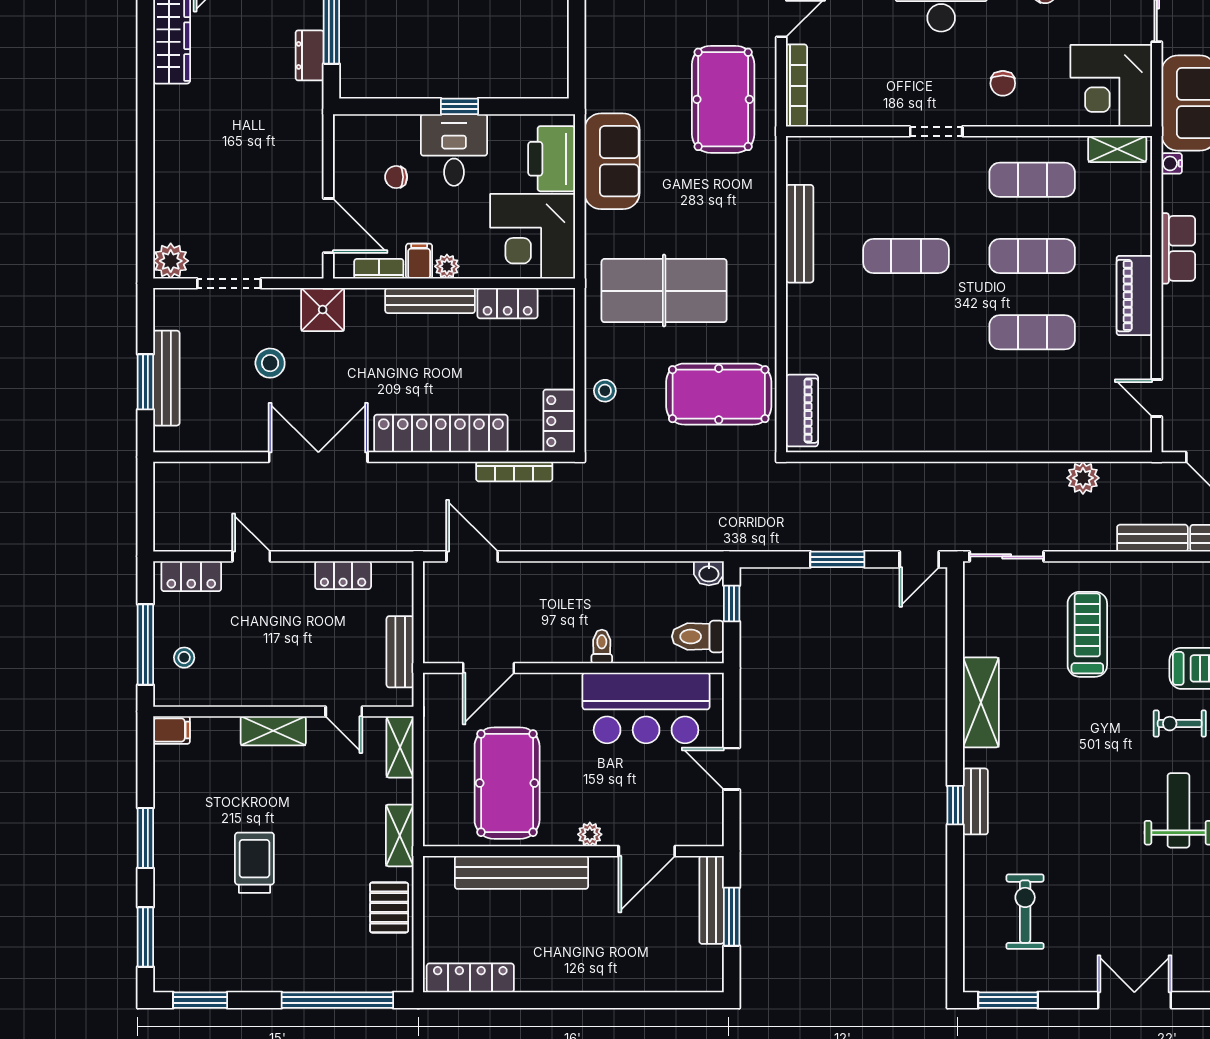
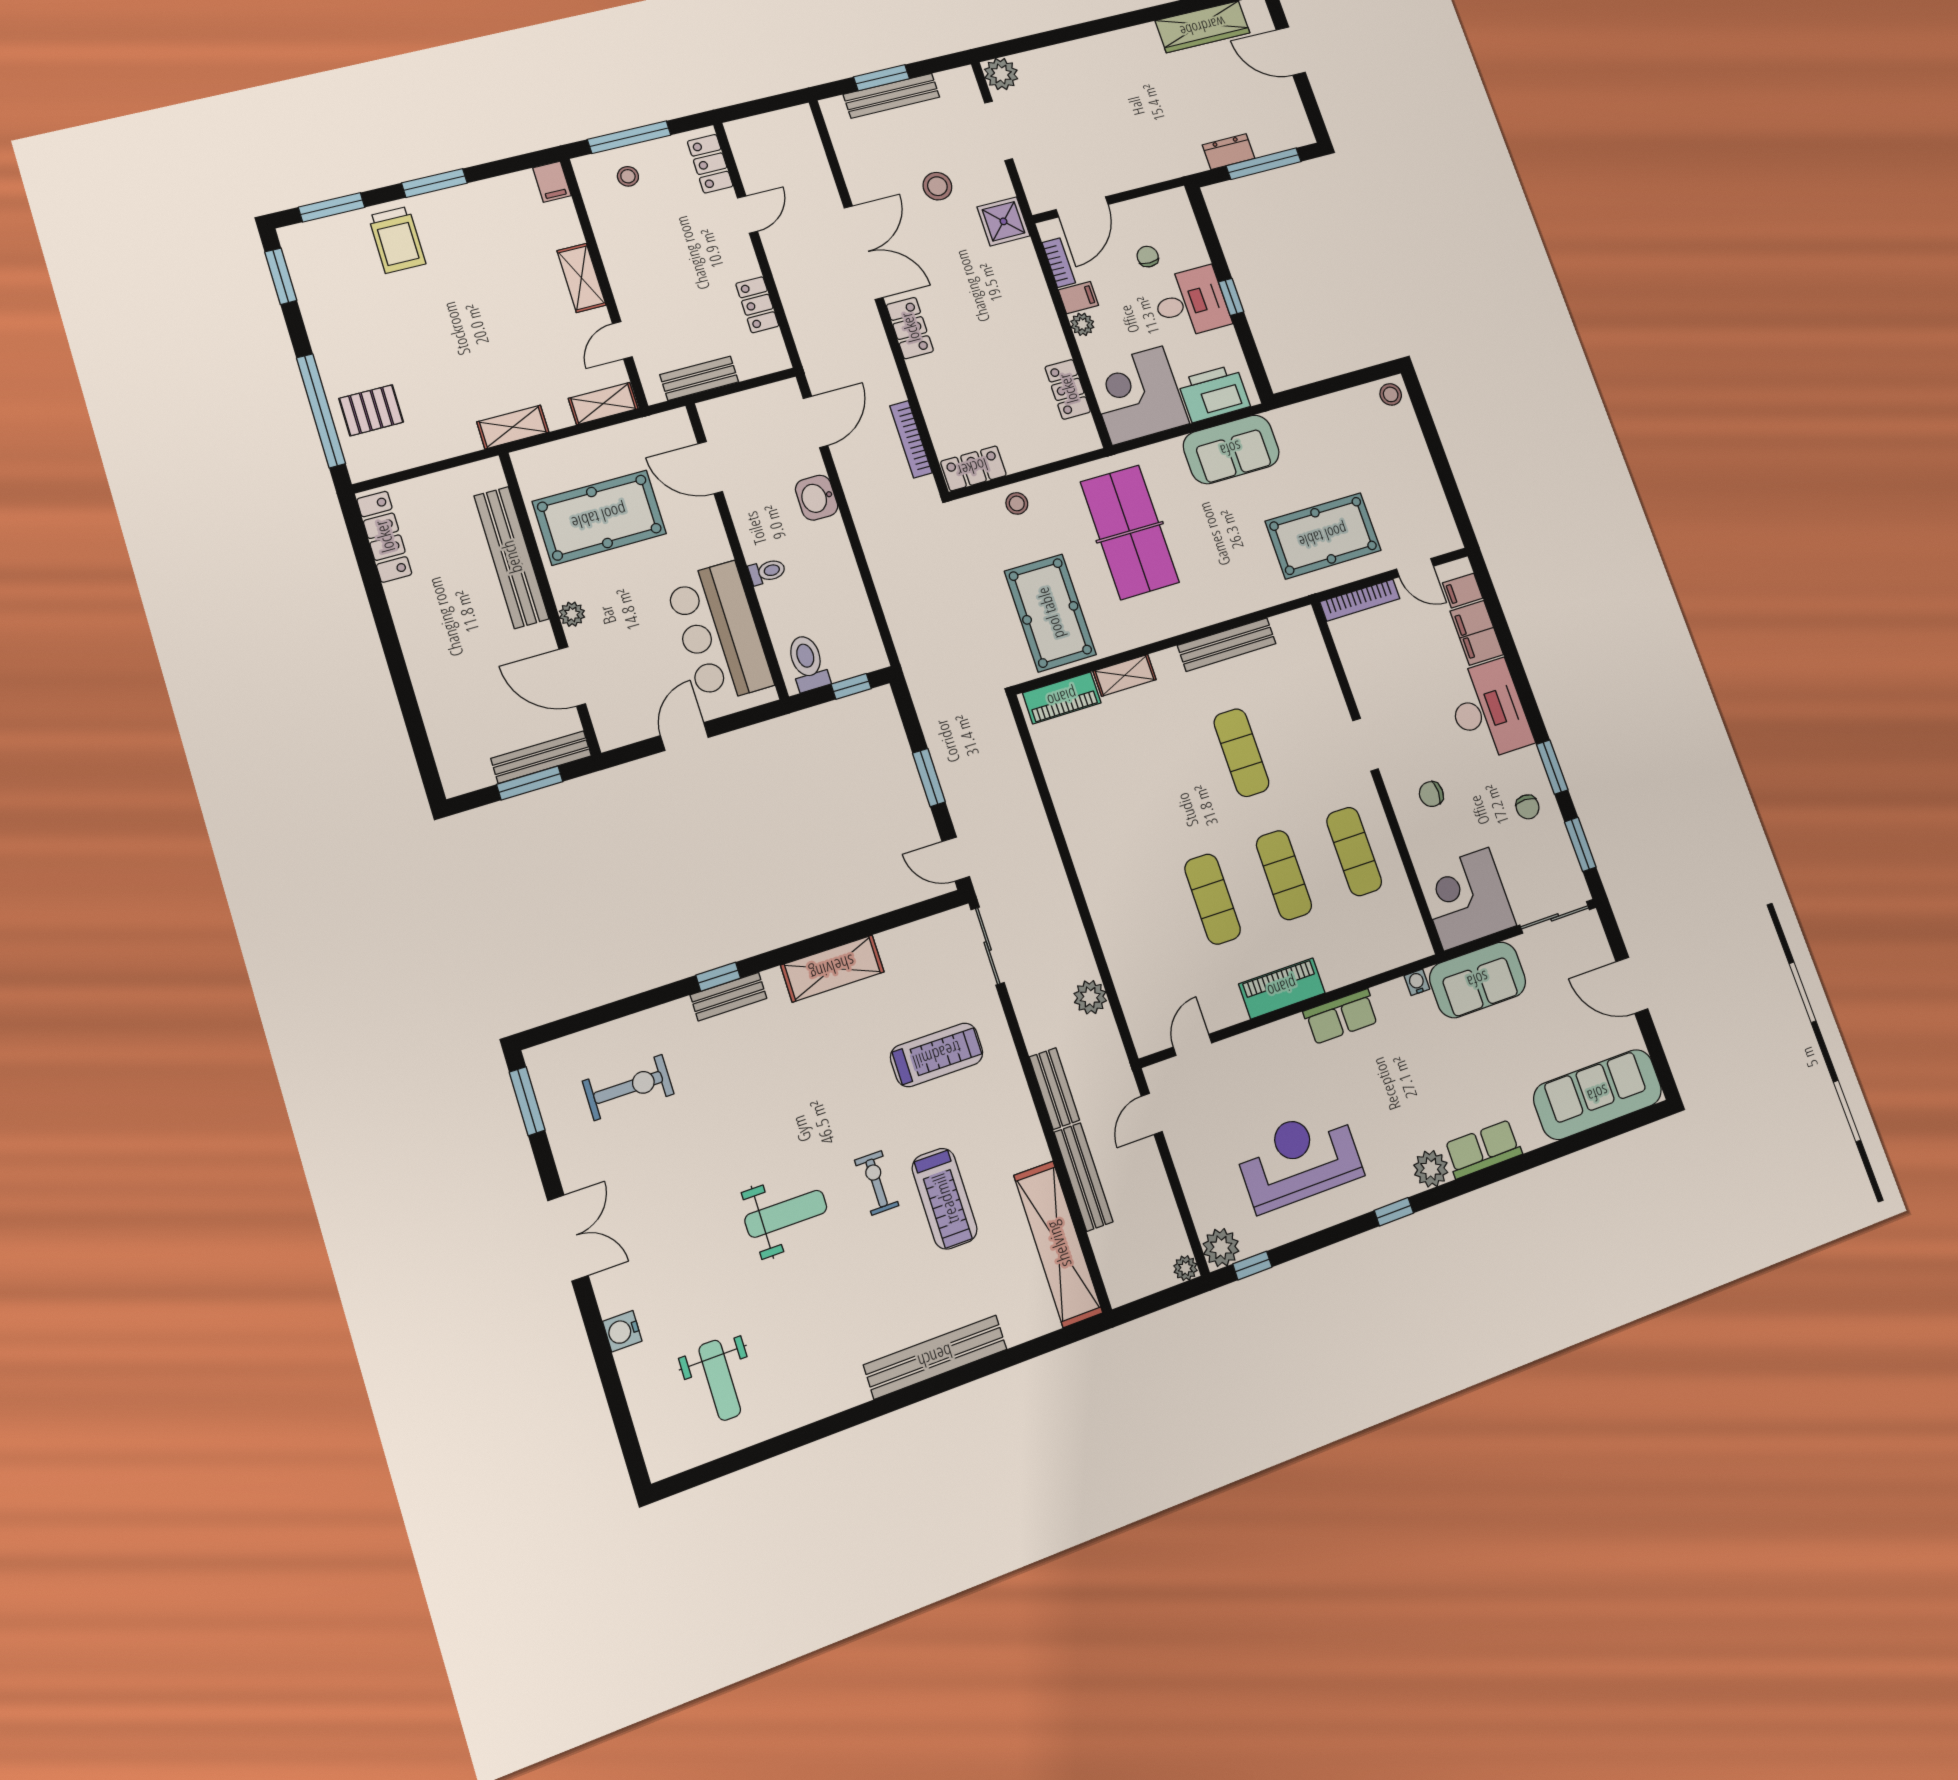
shelving: (1117, 149) -> (1125, 675), moved, turned 90
bench: (430, 301) -> (1046, 317), removed
locker: (441, 434) -> (910, 328), width x0.46, depth x0.83
washbasin: (709, 573) -> (817, 498), moved, width x1.38, depth x1.45
trolley: (254, 863) -> (397, 240), moved, turned 90
pallet: (389, 908) -> (371, 410), moved

